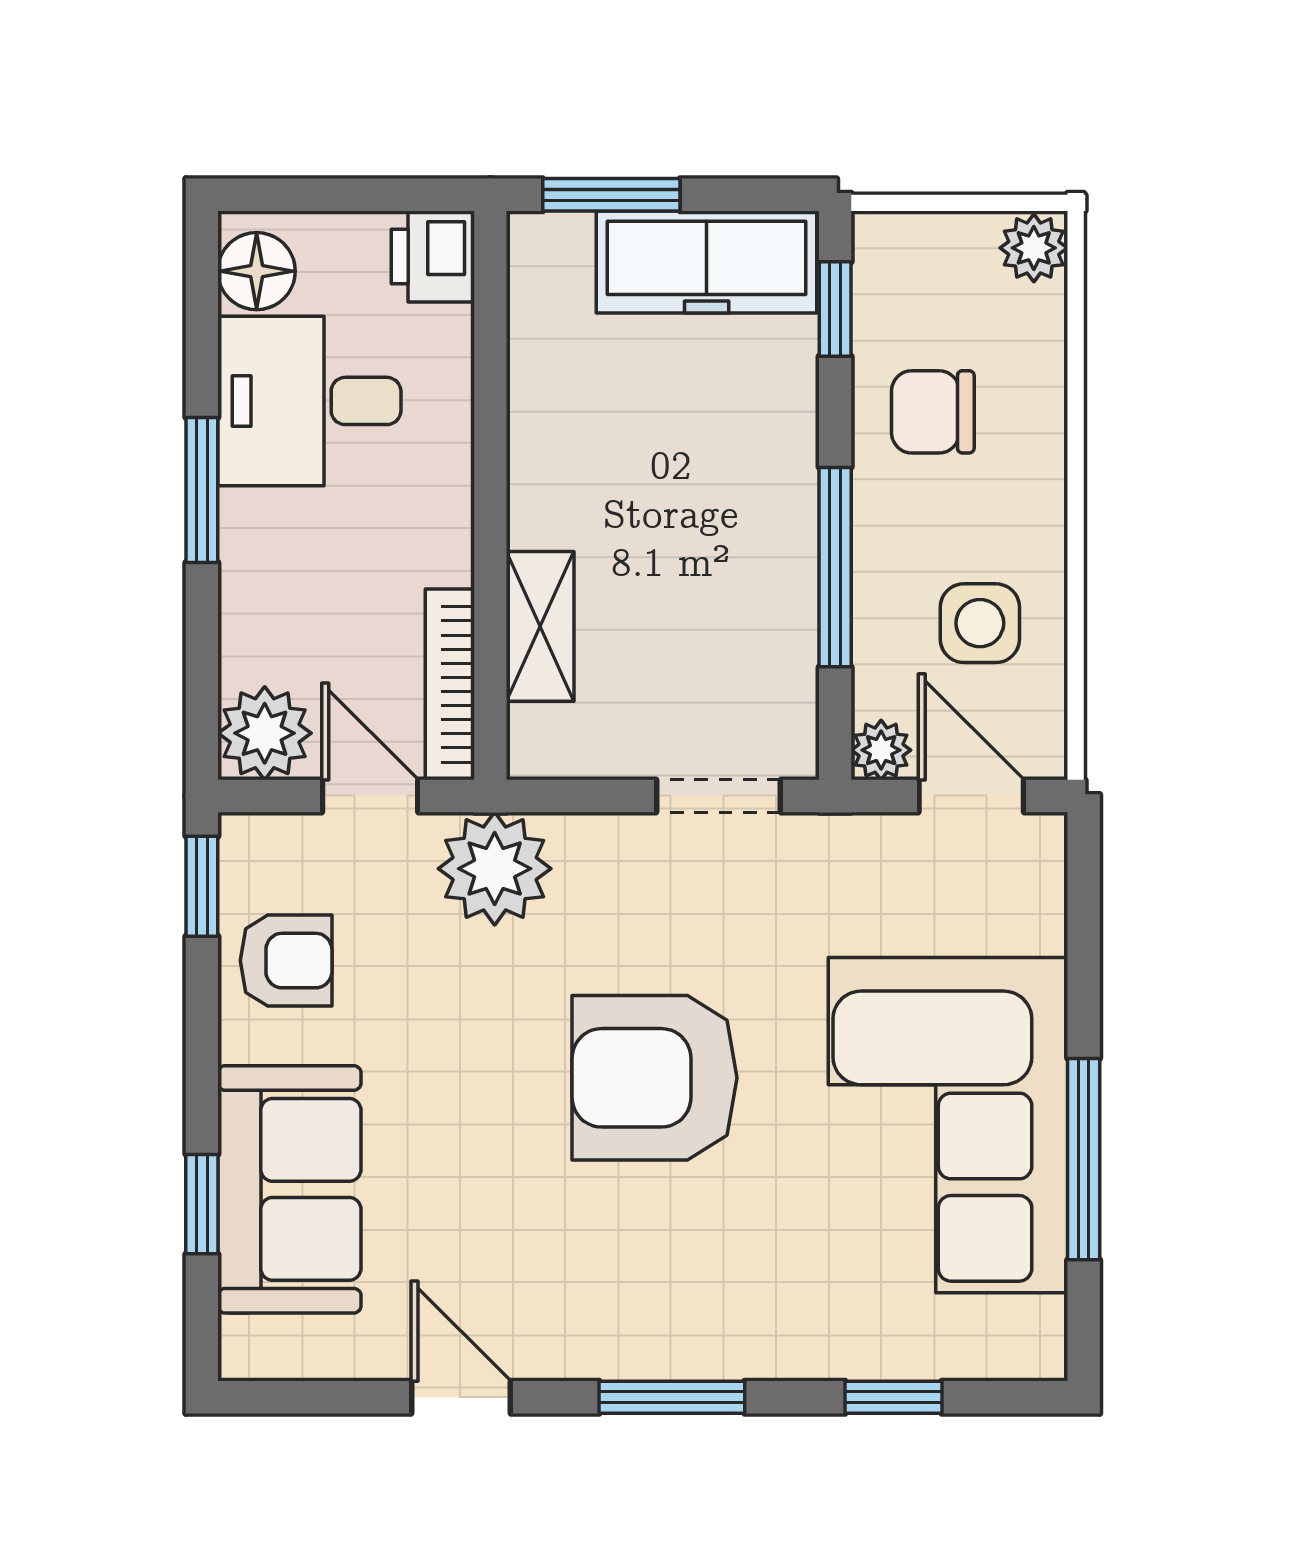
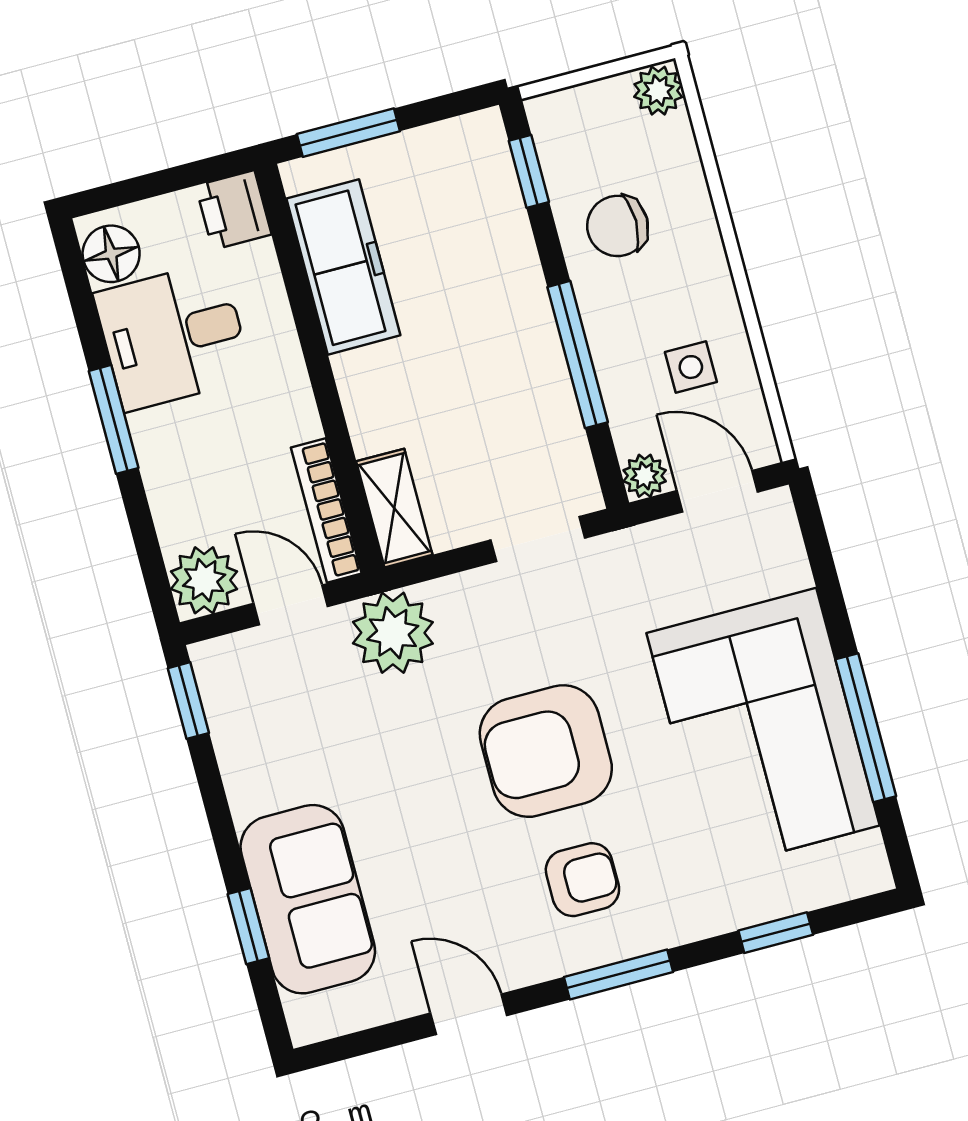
freezer: (707, 262) -> (343, 267), moved, turned -90
side table: (980, 623) -> (691, 367), width x0.73, depth x0.73
shelving: (540, 626) -> (394, 508), moved
armchair: (286, 961) -> (582, 880), moved

